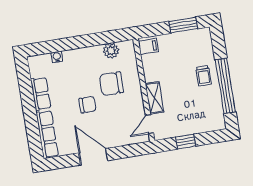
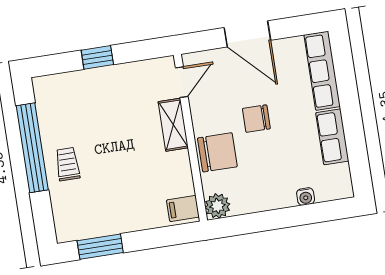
filing cabinet: (148, 46) -> (183, 209), moved
wall: (144, 90) -> (190, 138), moved
shelving: (154, 98) -> (173, 125), moved
door: (149, 124) -> (182, 82), moved

